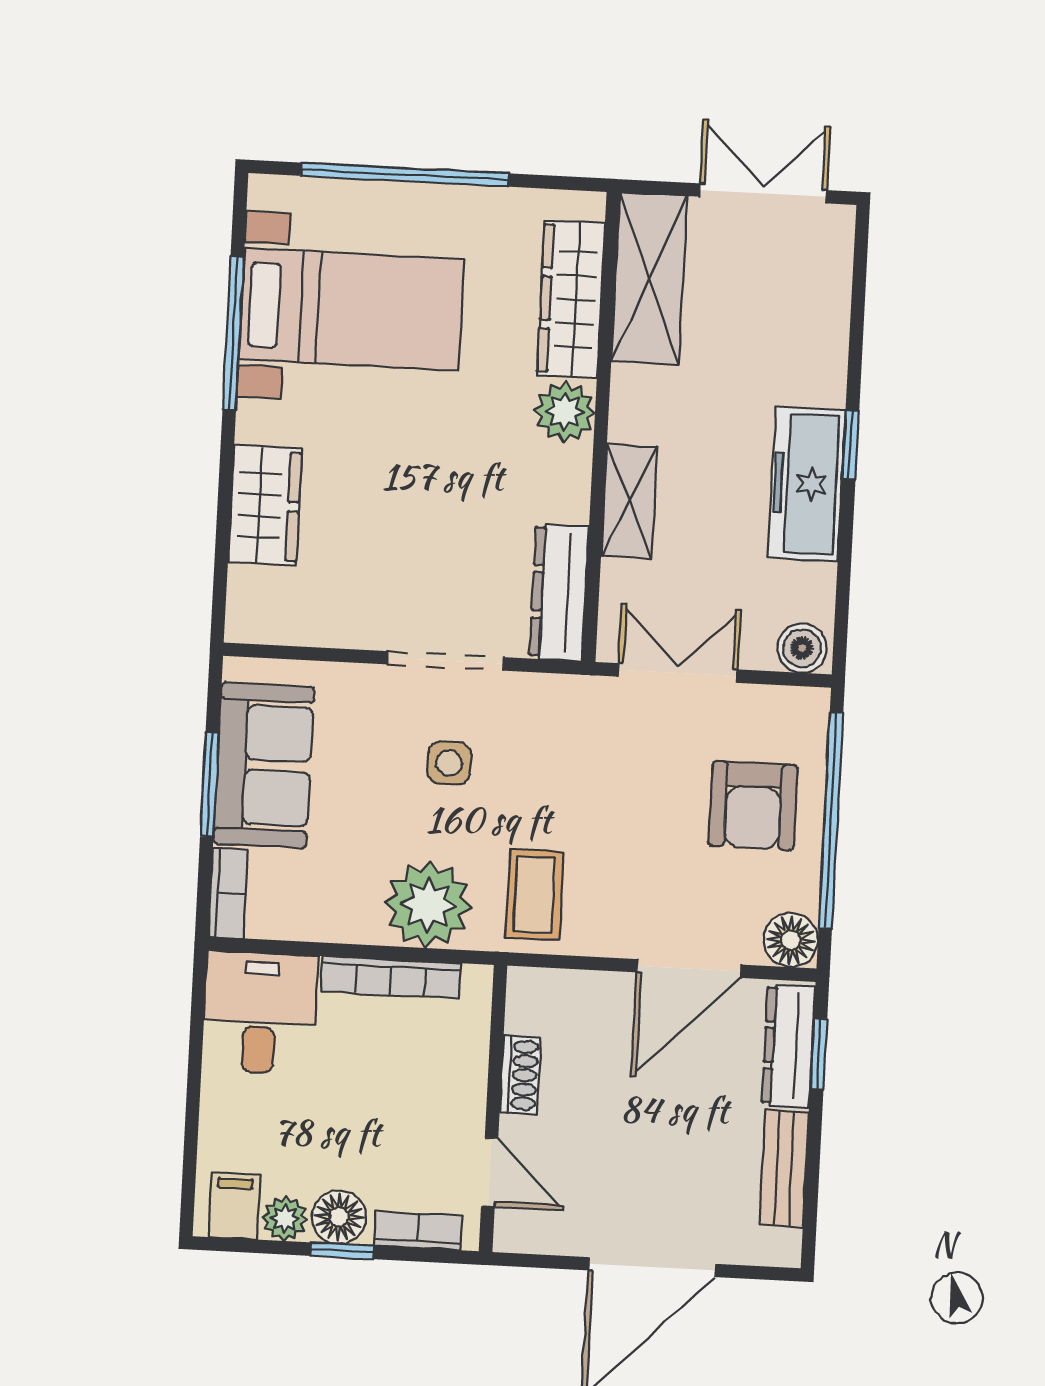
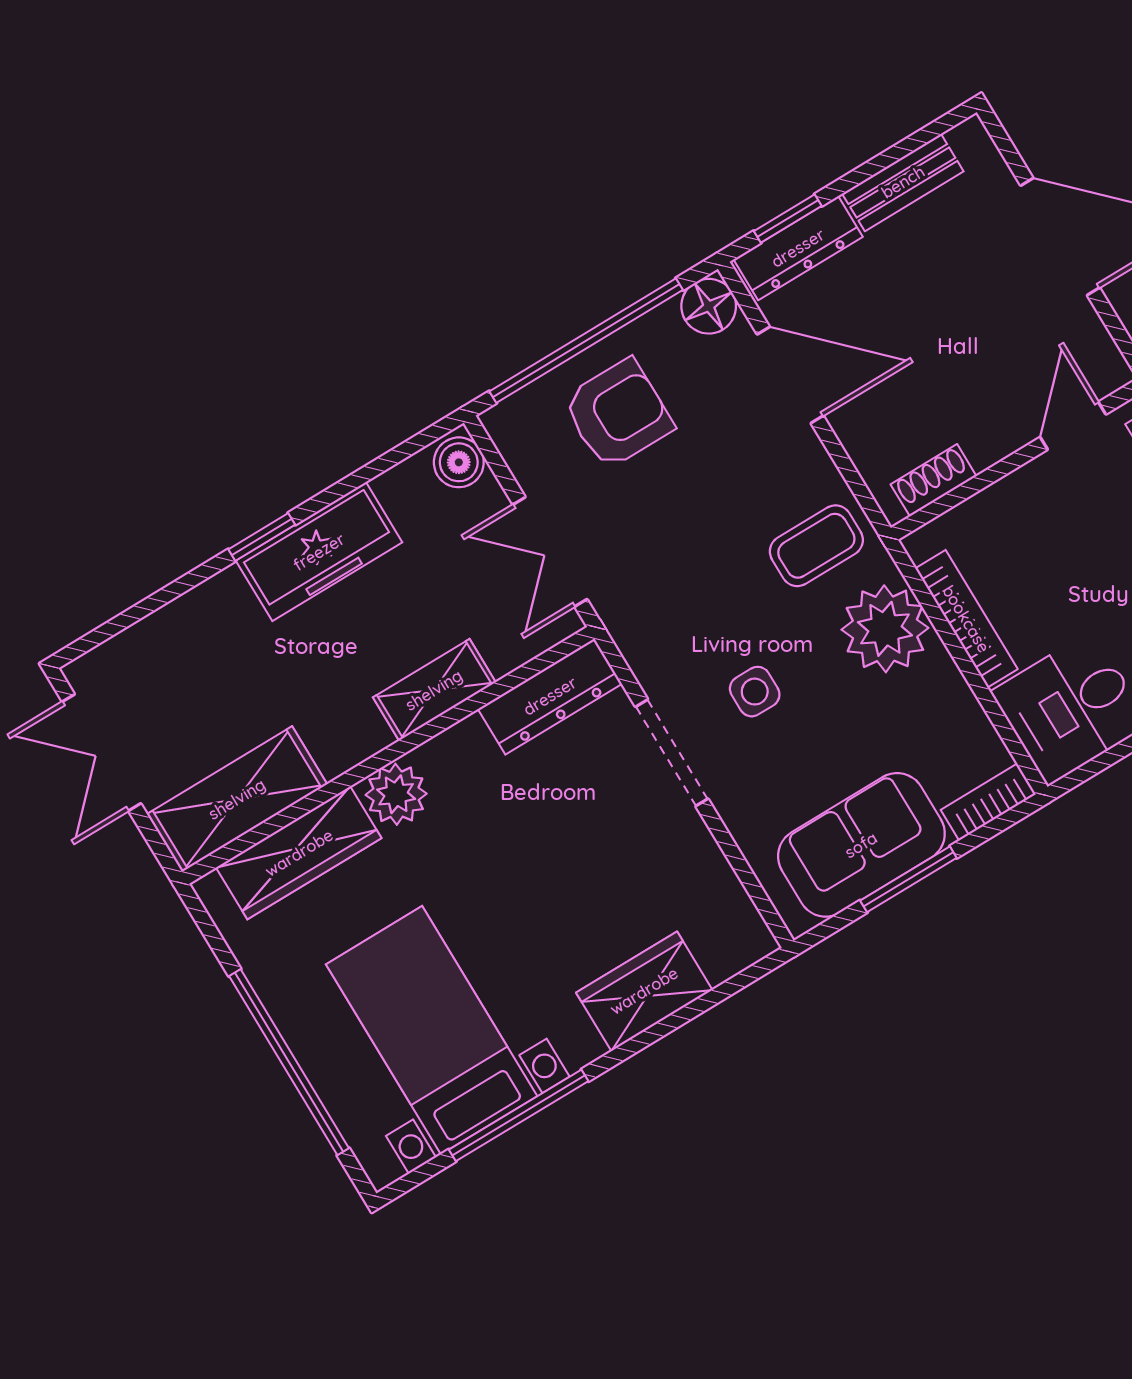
shoe rack: (520, 1075) -> (934, 480), moved

